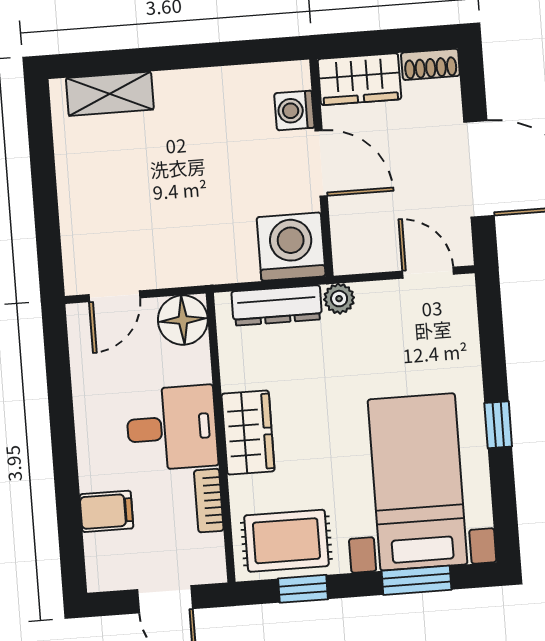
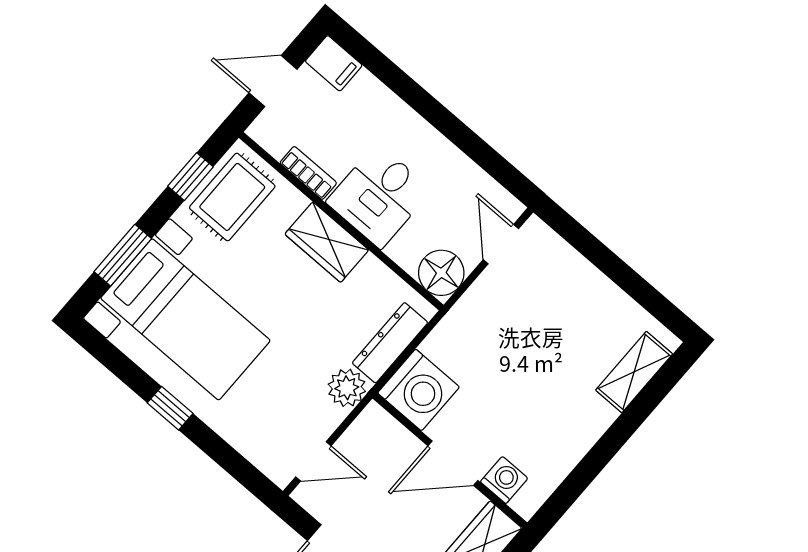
plant: (339, 299) -> (347, 388), width x1.38, depth x1.38
filing cabinet: (106, 511) -> (334, 63), moved, turned -90

